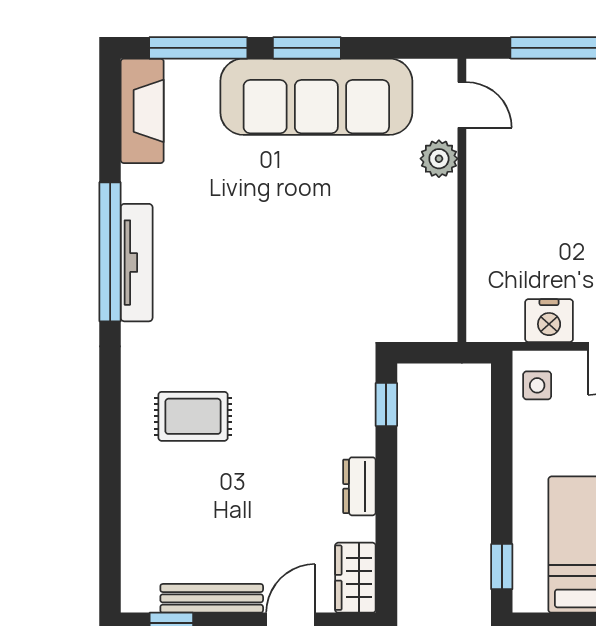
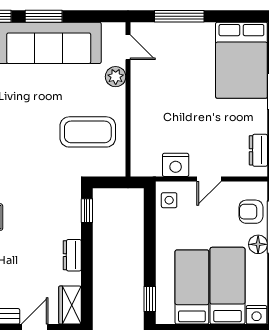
coffee table: (388, 260) -> (88, 132), added

